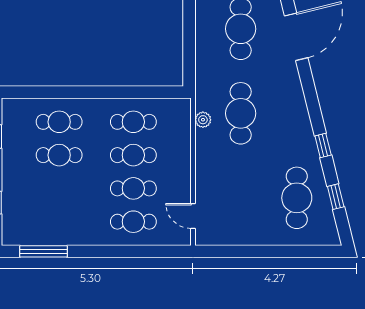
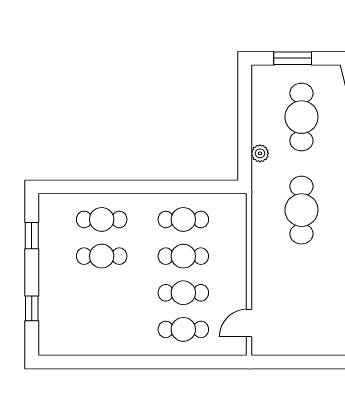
plant: (203, 120) -> (260, 153), moved
door: (193, 216) -> (249, 323), hinge flipped
window: (43, 251) -> (84, 362), removed

